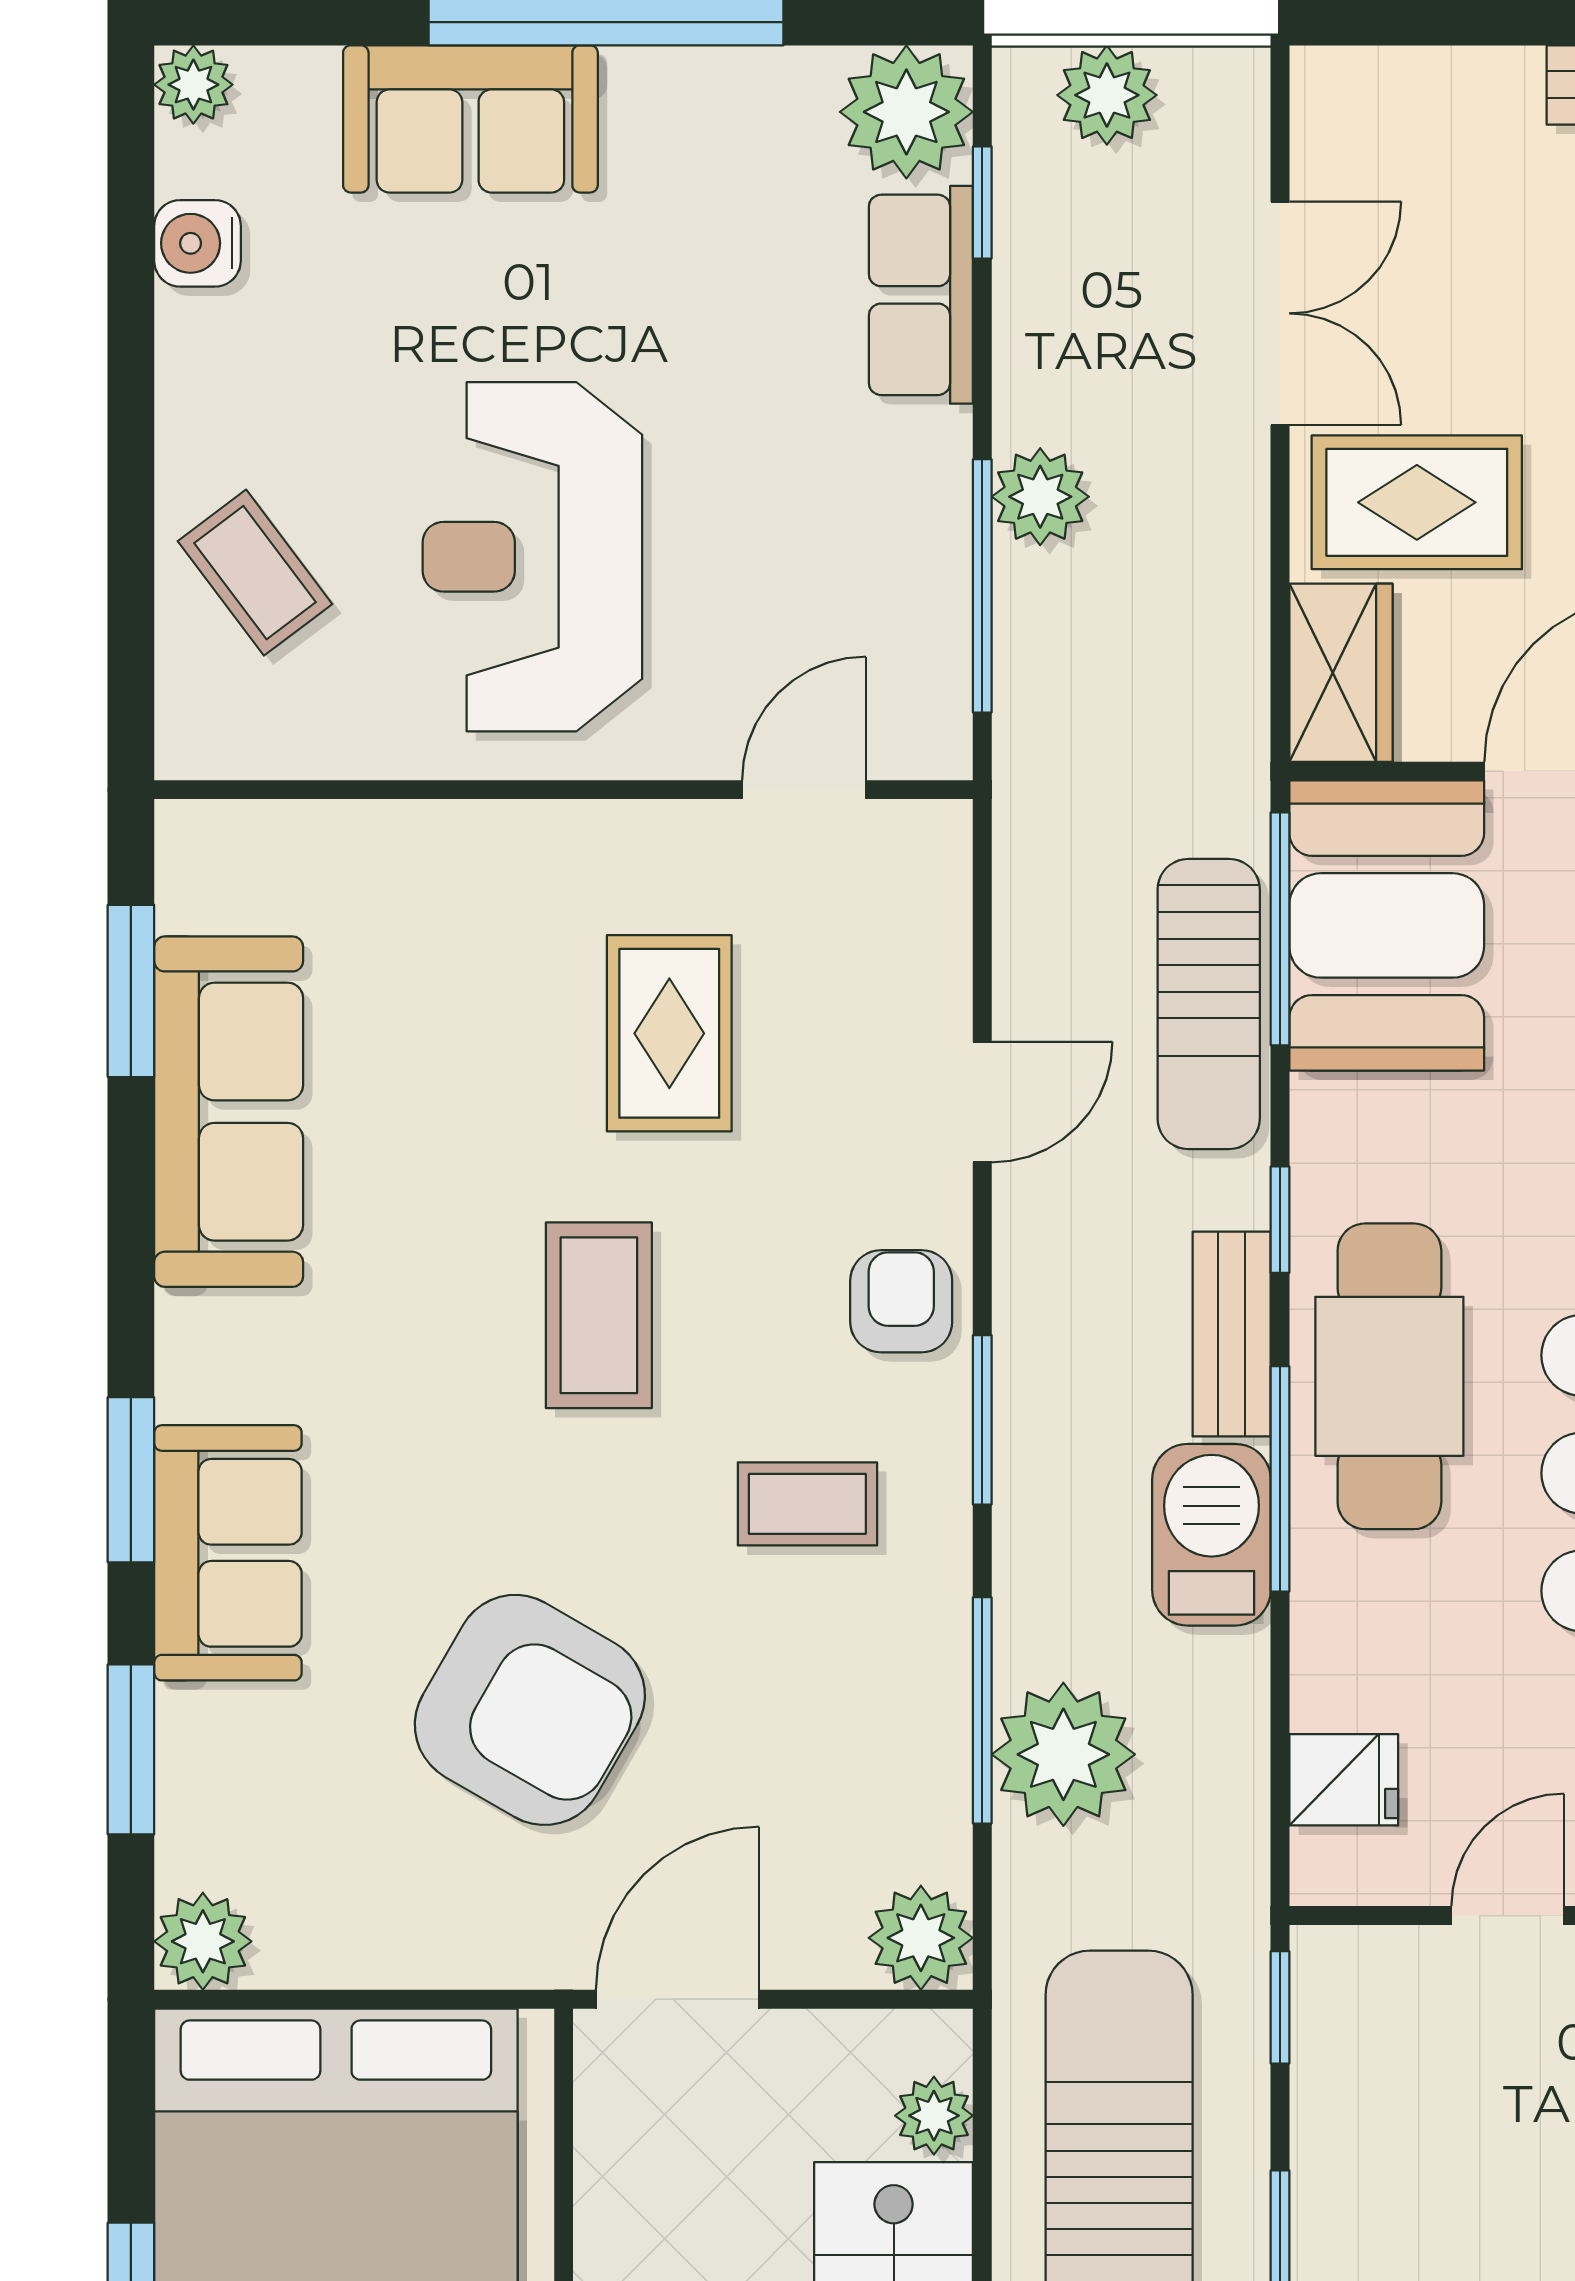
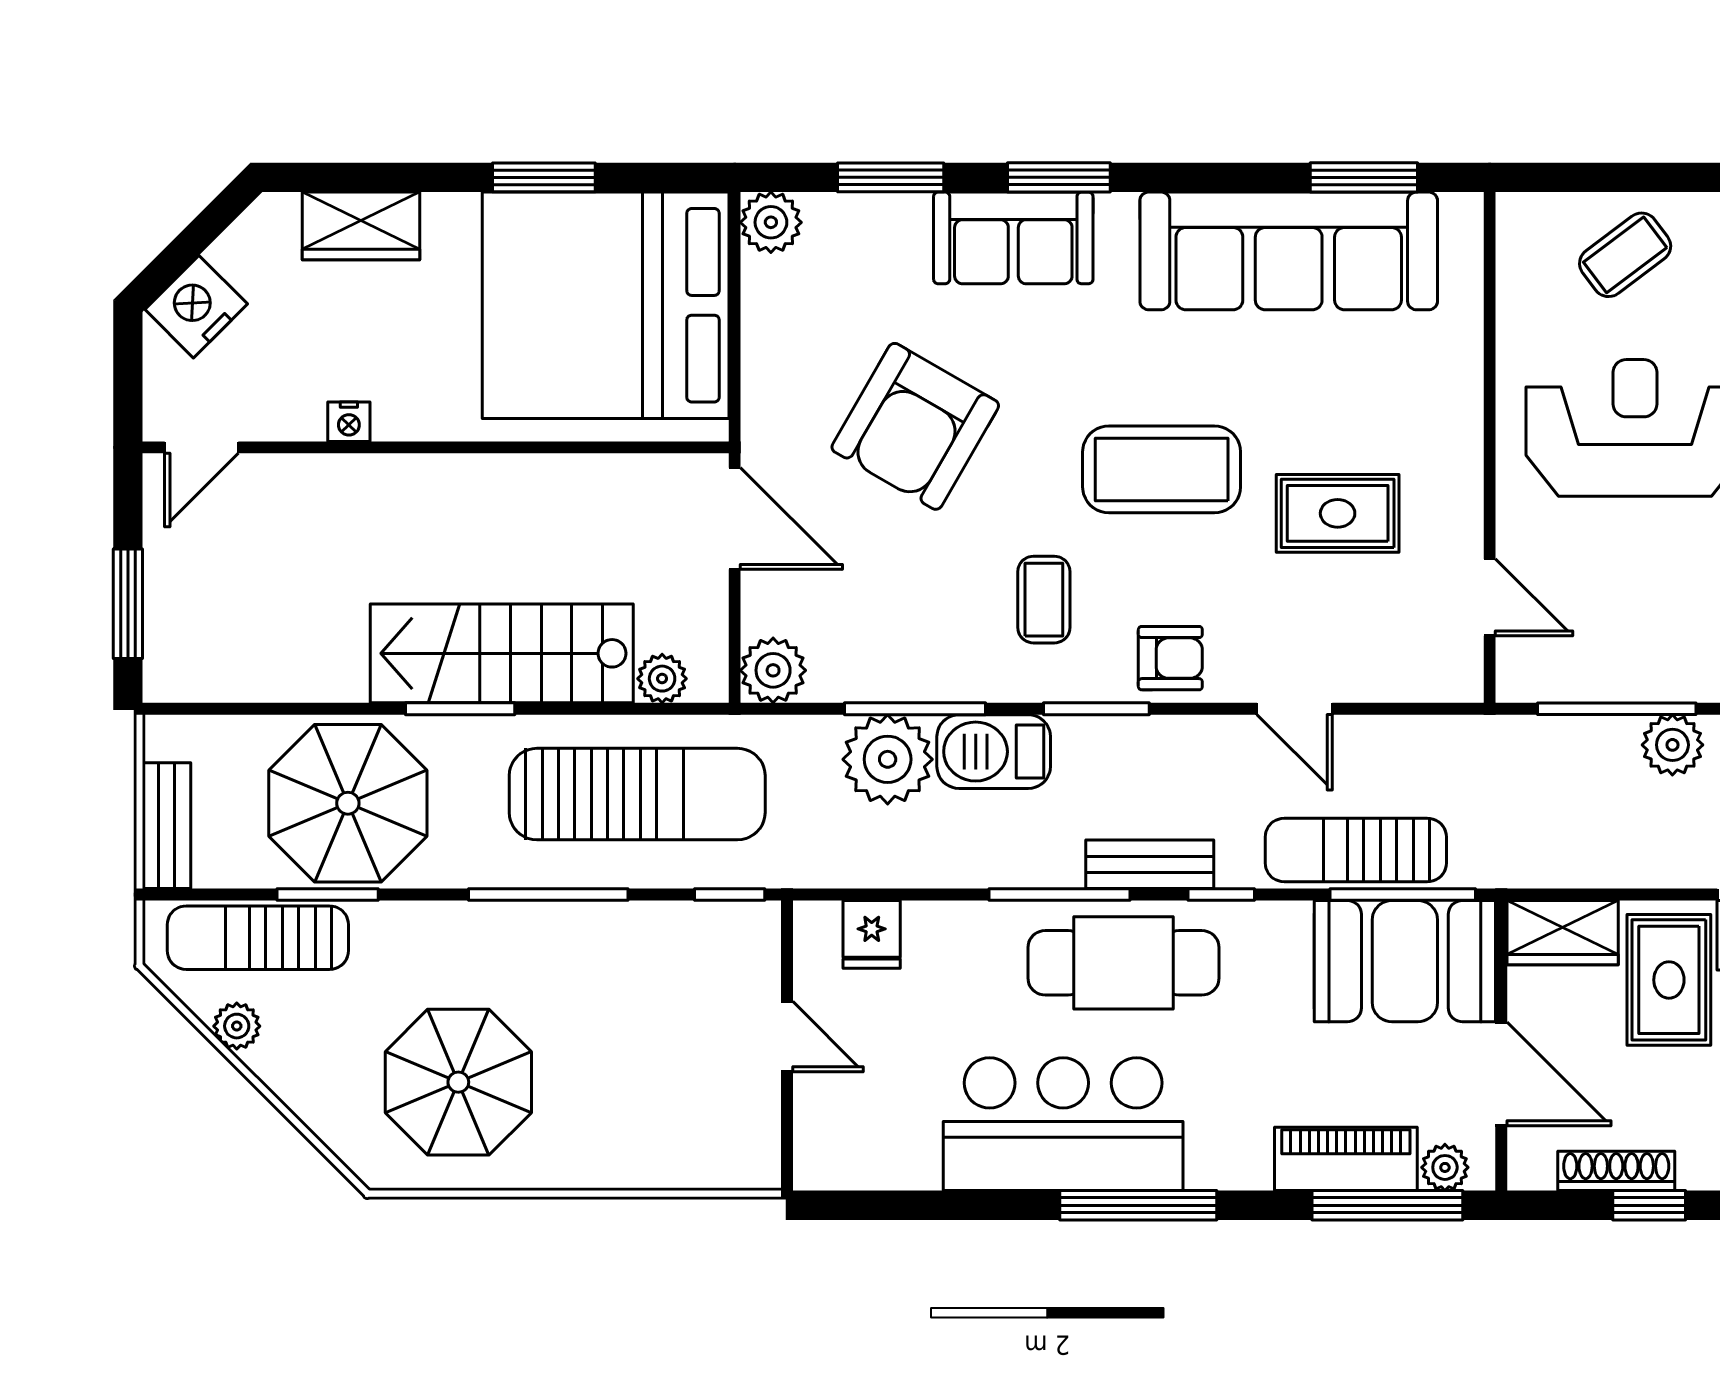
sofa: (229, 1112) -> (1289, 251), width x1.36, depth x1.27
coffee table: (599, 1315) -> (1162, 469), width x1.36, depth x1.32
barbecue: (1211, 1535) -> (994, 752), moved, turned 180

